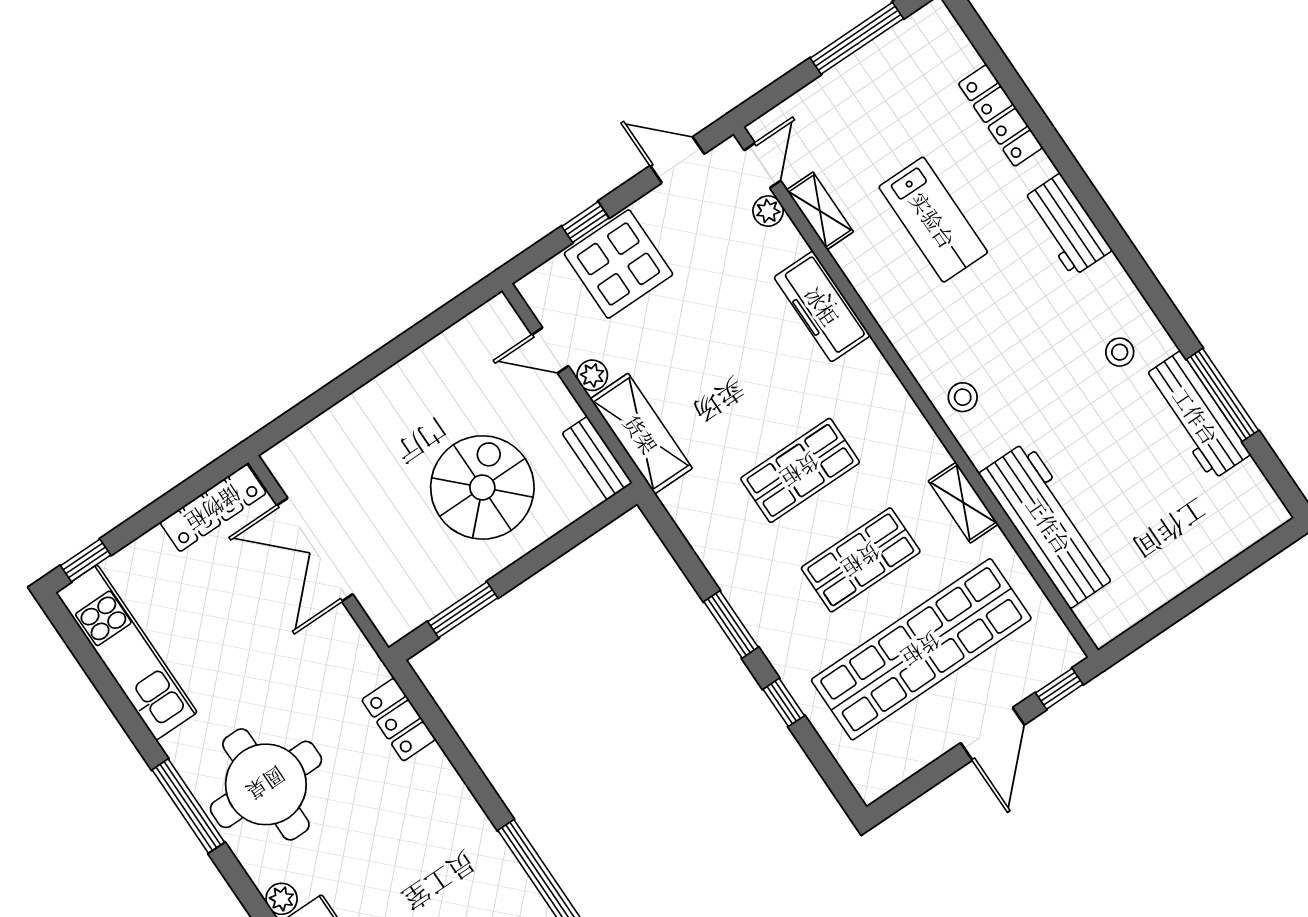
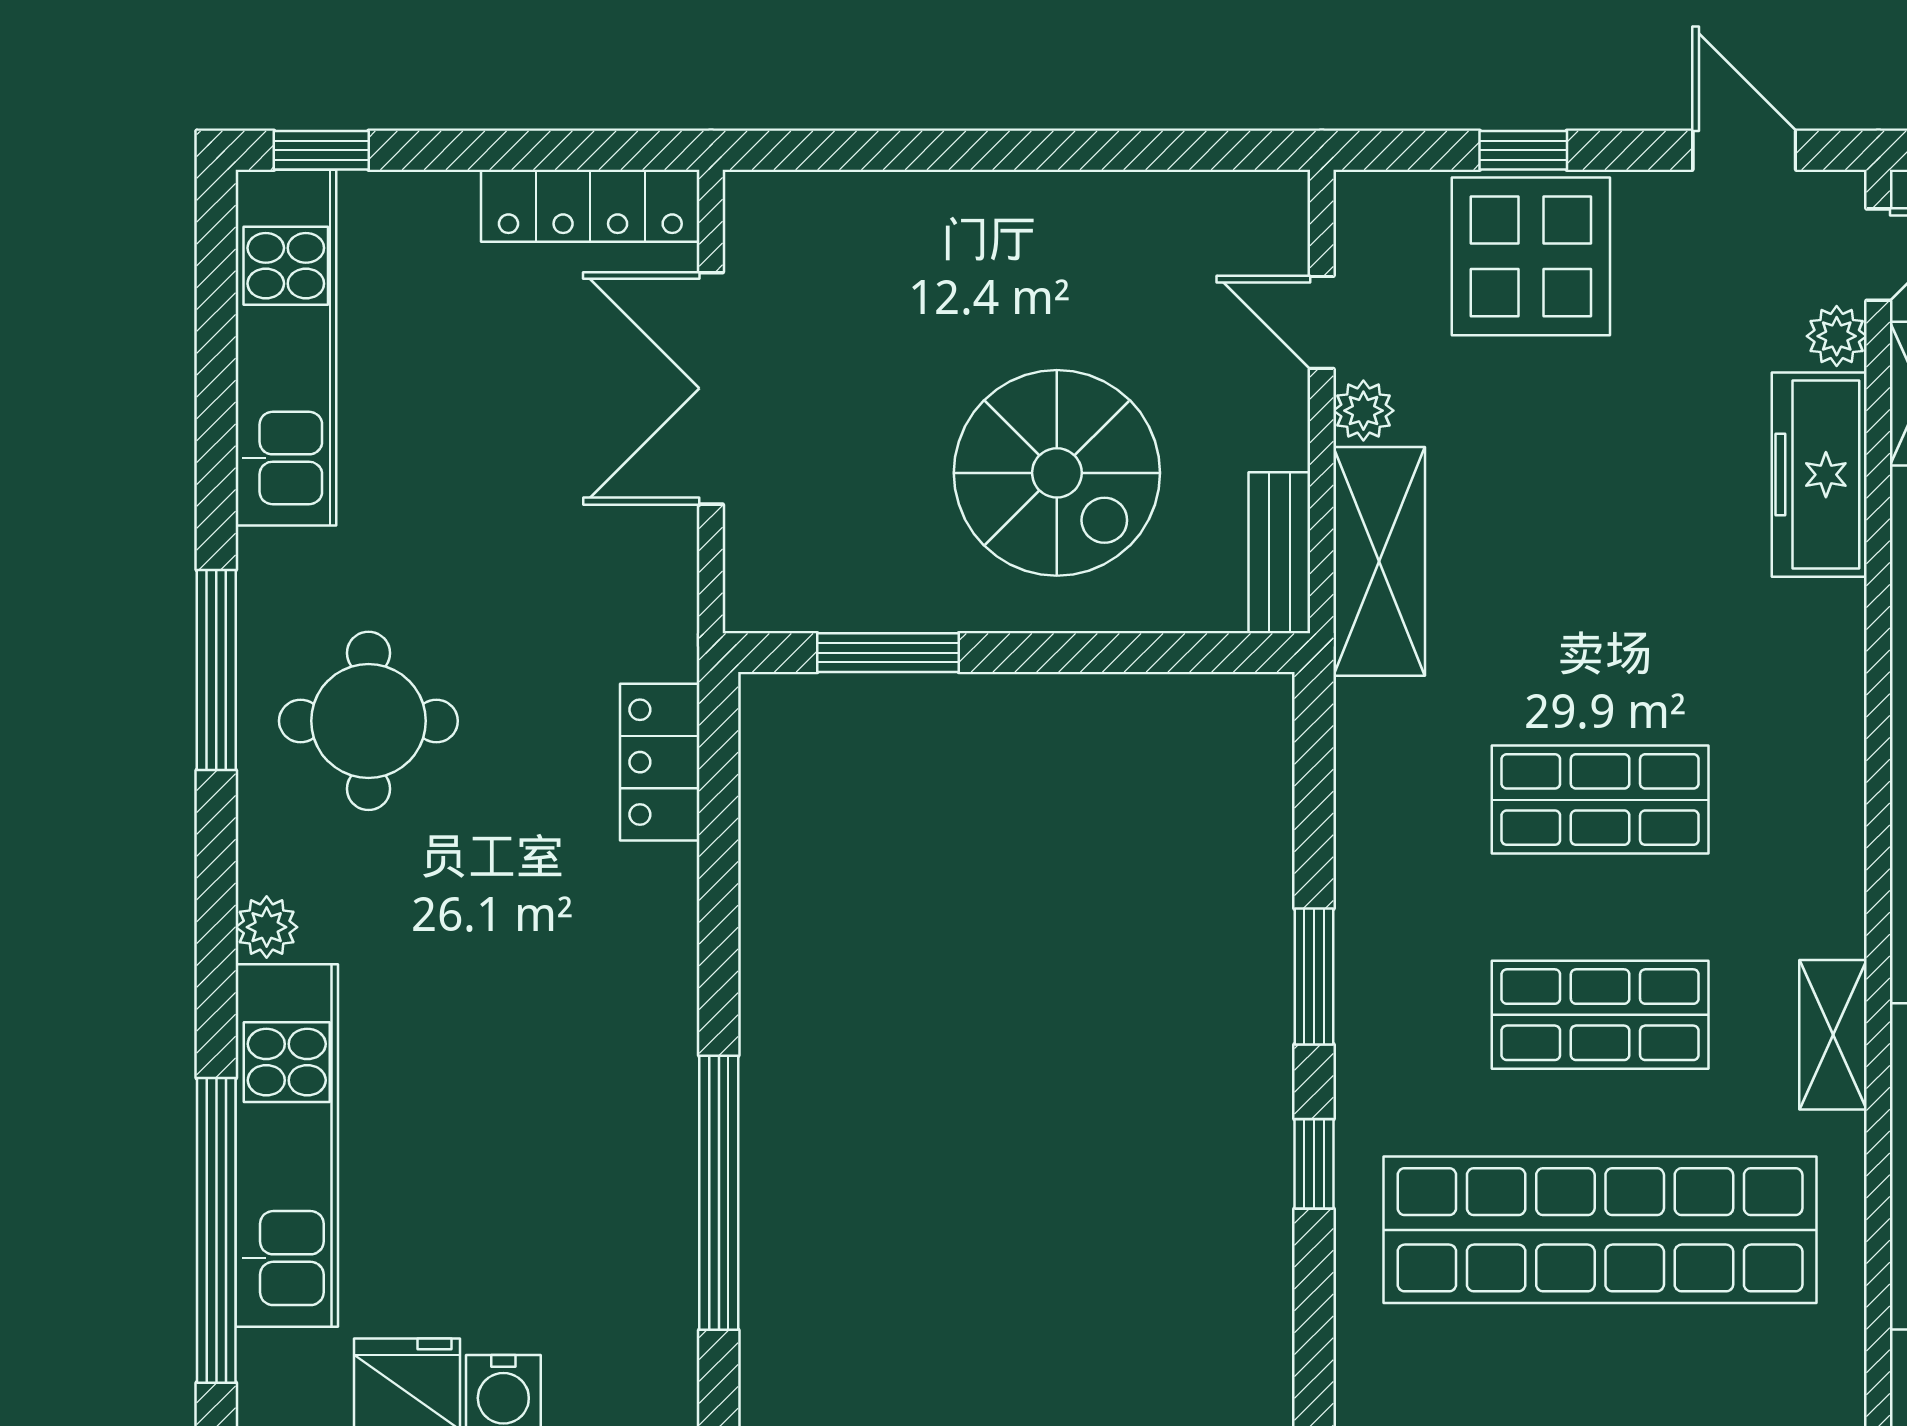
freezer: (822, 306) -> (1819, 475), moved
spiral stairs: (482, 487) -> (1057, 473), turned 90
round table: (266, 784) -> (368, 721), width x0.73, depth x0.73

